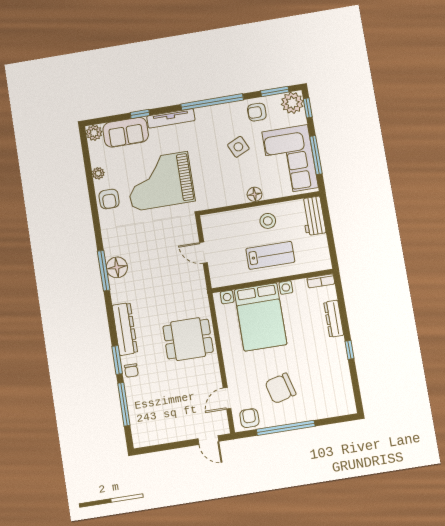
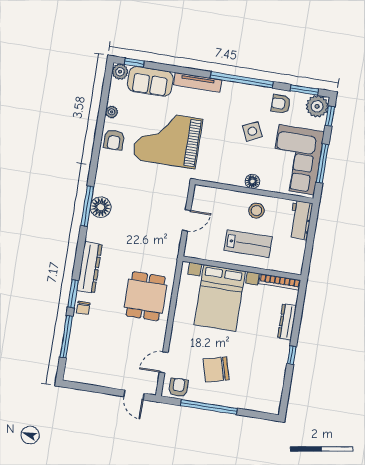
window: (140, 114) -> (134, 63), moved
door: (204, 253) -> (186, 220), swing flipped
bookcase: (321, 281) -> (280, 282), width x1.56
dining table: (188, 339) -> (146, 296), turned 90

